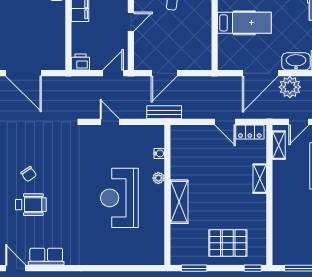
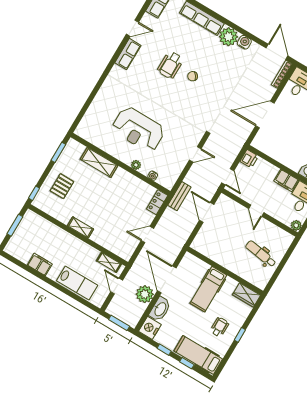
locker: (250, 132) -> (157, 202), moved
shelving: (260, 179) -> (80, 227), moved
reception desk: (119, 198) -> (138, 129), turned 180
shelving: (179, 202) -> (99, 162), moved
pallet: (228, 243) -> (62, 186), width x0.67, depth x0.71

